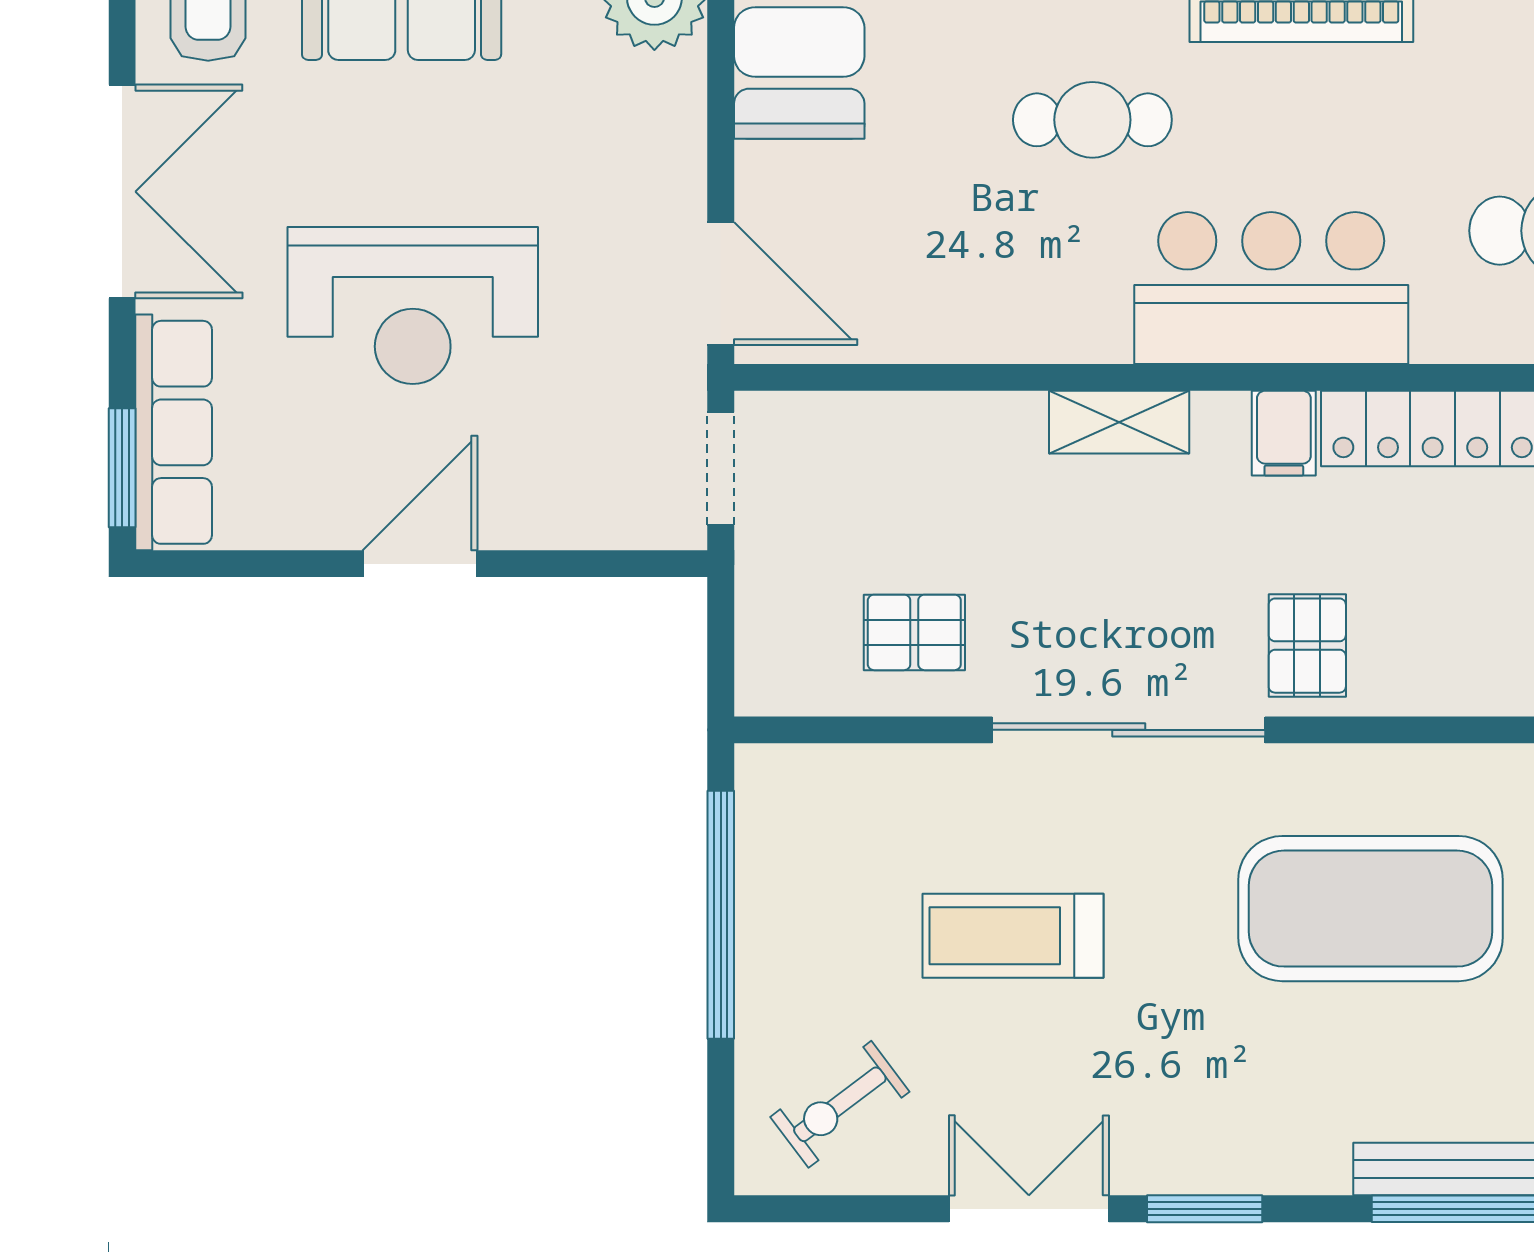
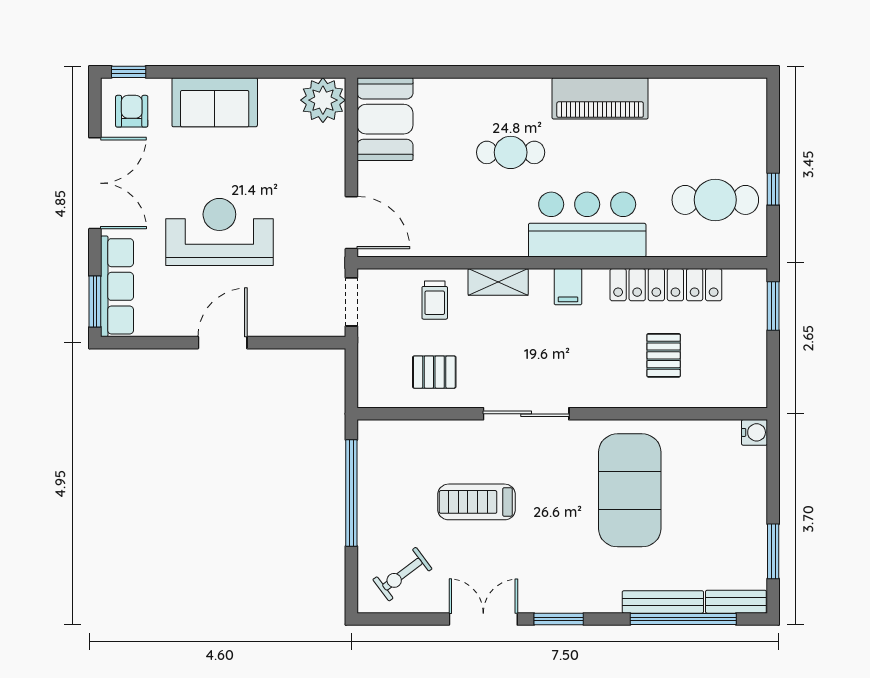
reception desk: (413, 305) -> (219, 232), turned 180
shelving: (1119, 422) -> (498, 282), moved
filing cabinet: (1284, 433) -> (568, 287), moved
trolley: (915, 464) -> (435, 300), added
pallet: (1307, 646) -> (664, 355), moved
sliding door: (1129, 730) -> (526, 414), width x0.73
exercise mat: (1371, 909) -> (630, 490), turned 90

